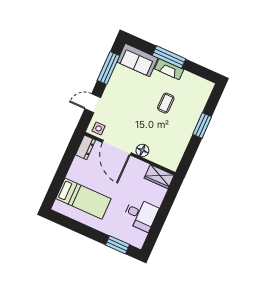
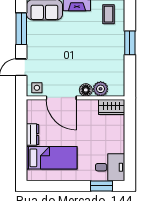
coffee table: (166, 103) -> (109, 14), moved
dresser: (85, 147) -> (33, 135), moved
plant: (156, 155) -> (101, 89), added
desk: (141, 214) -> (110, 167), moved

